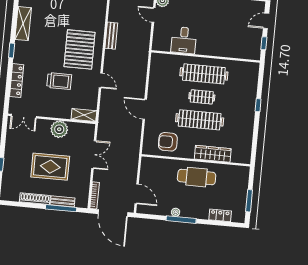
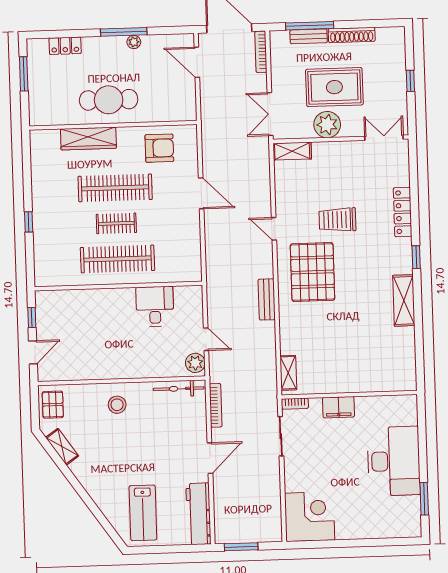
shelving: (84, 115) -> (292, 151), moved
double door: (24, 116) -> (384, 138), moved
wall: (52, 119) -> (341, 139), moved
plant: (59, 129) -> (327, 125), moved

